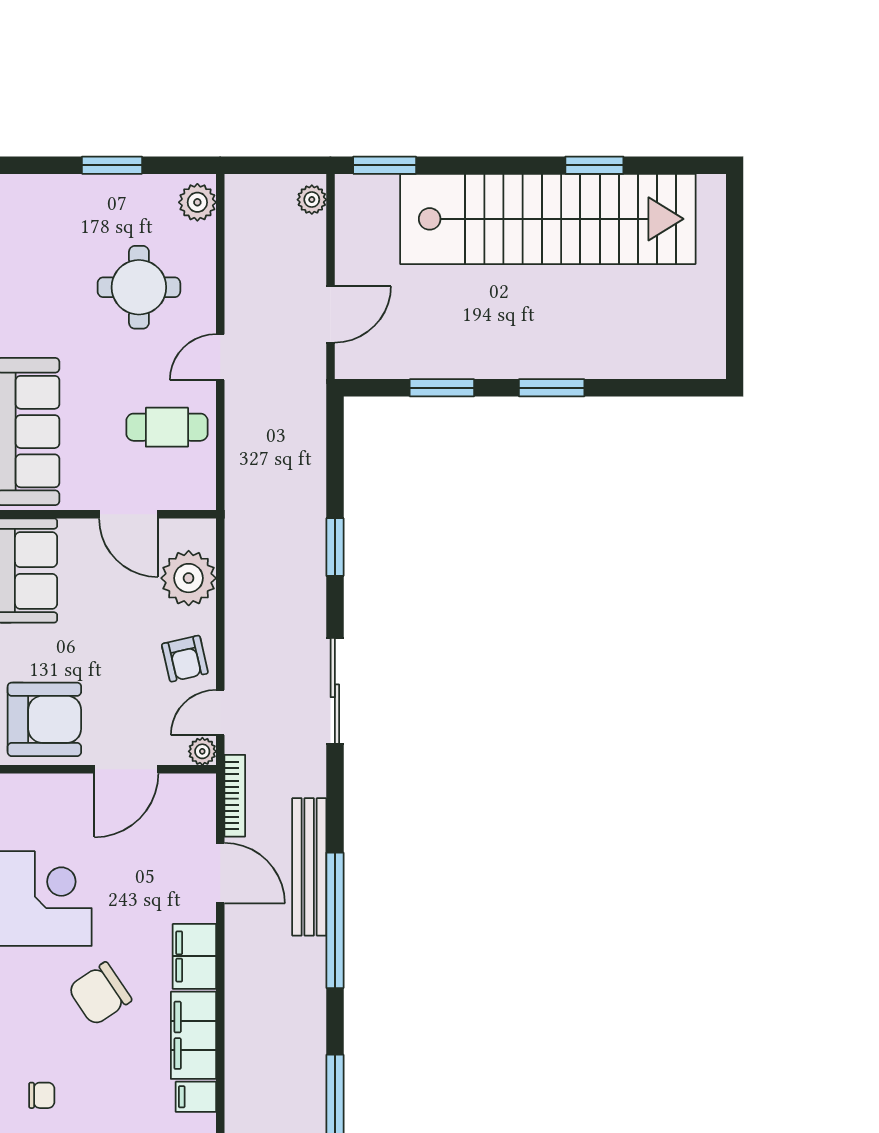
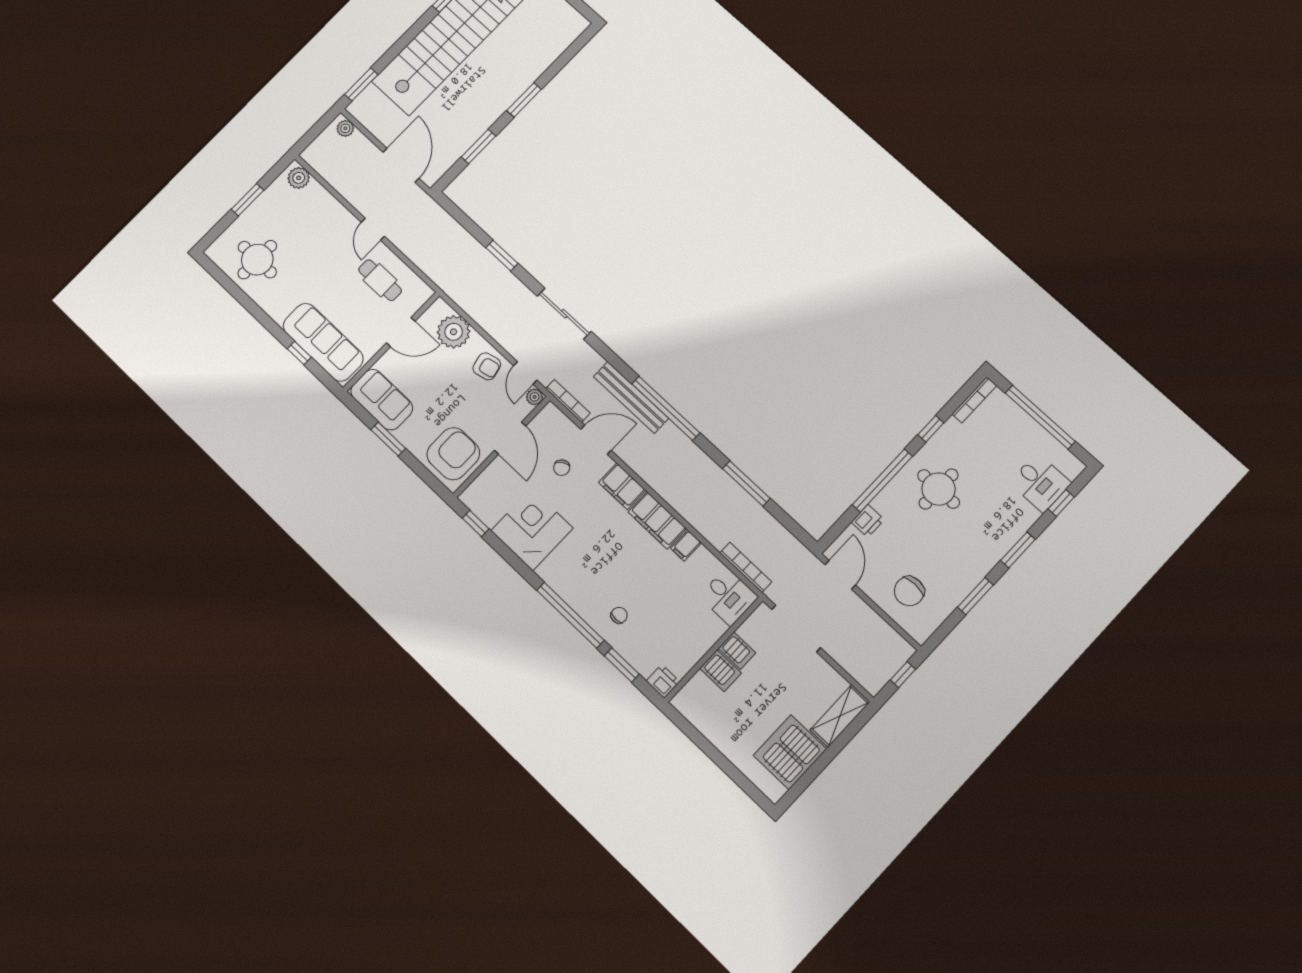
round table: (139, 287) -> (257, 260), moved
door: (330, 314) -> (401, 165), width x1.36
cafe table: (167, 427) -> (380, 280), turned 90
chair: (100, 994) -> (562, 468), moved, width x0.54, depth x0.54

